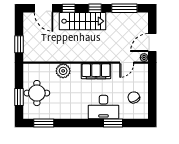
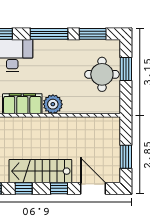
window: (19, 44) -> (126, 157), moved
plant: (63, 71) -> (53, 104), moved
window: (76, 123) -> (49, 34), added

